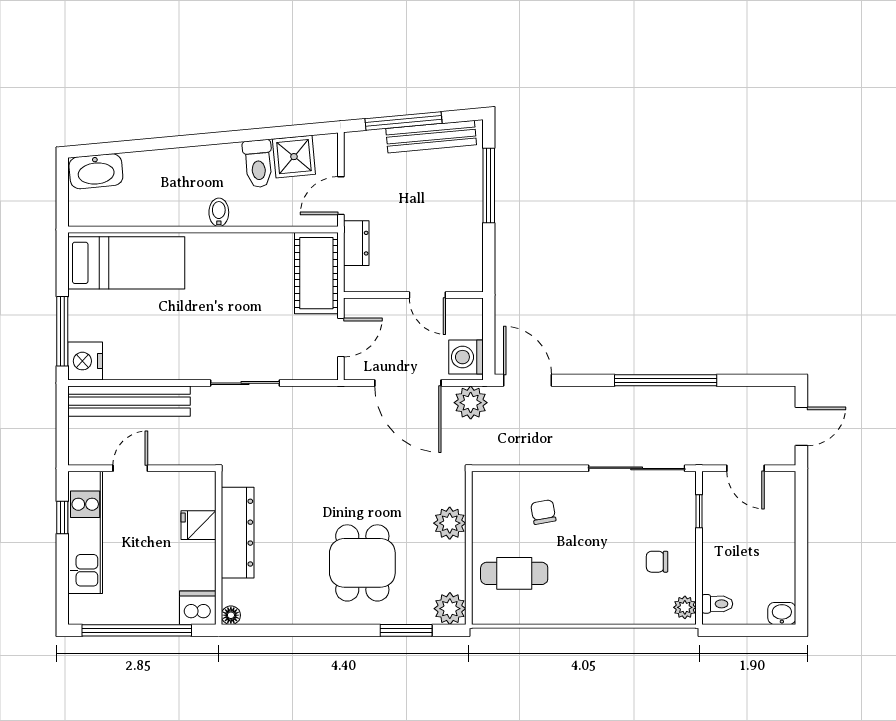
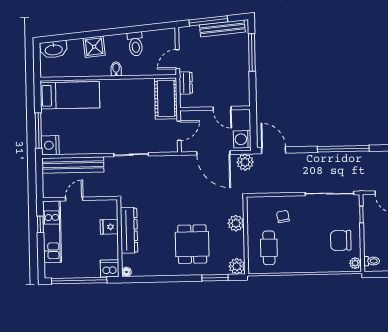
shower: (294, 157) -> (94, 47), moved
chair: (657, 562) -> (341, 240), width x1.87, depth x1.87
cafe table: (514, 573) -> (269, 248), turned 90

